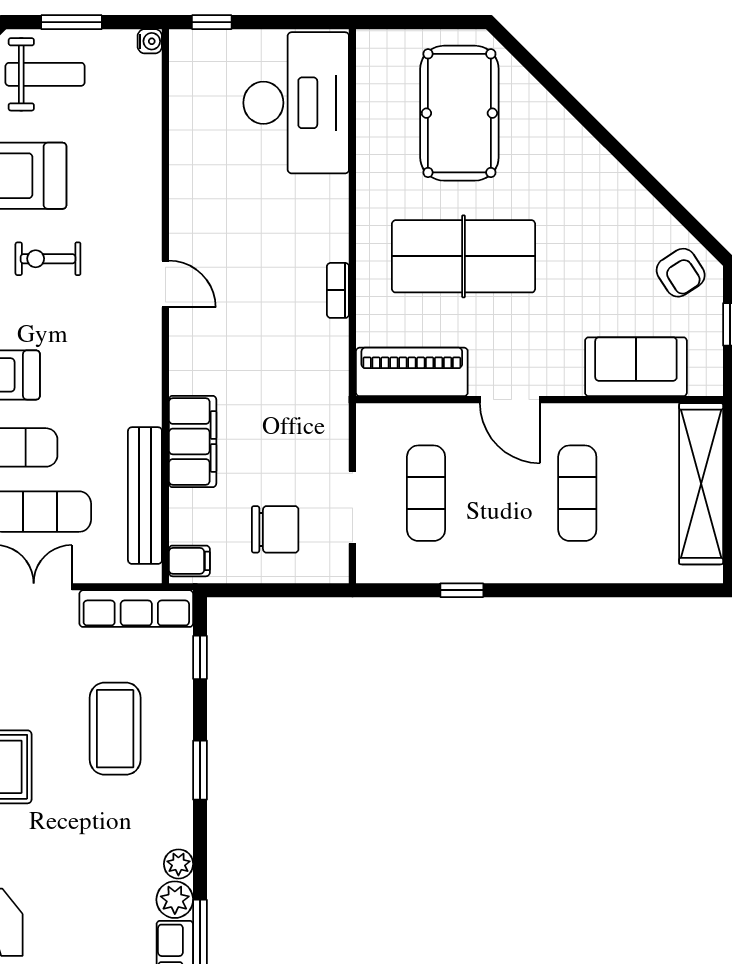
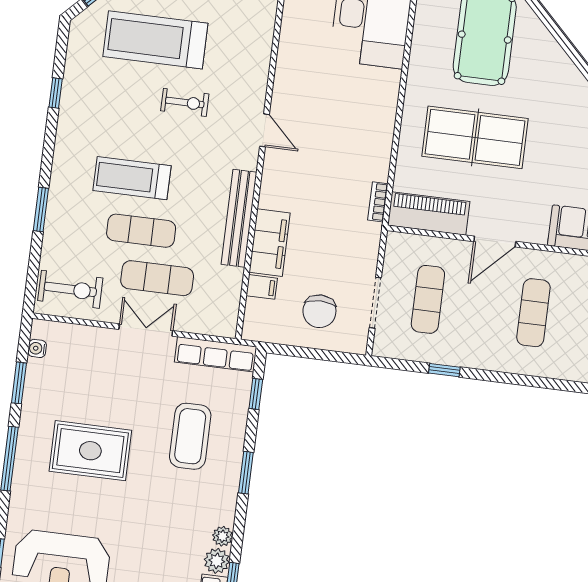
exercise bike: (48, 259) -> (185, 102), turned 180
bookcase: (338, 290) -> (378, 202), moved
door: (510, 400) -> (495, 241), hinge flipped
bench: (145, 496) -> (239, 218), moved
chair: (275, 529) -> (319, 311), turned 90
filing cabinet: (189, 561) -> (262, 287), moved

